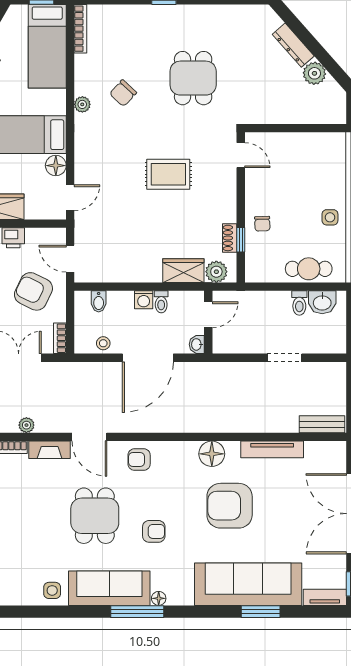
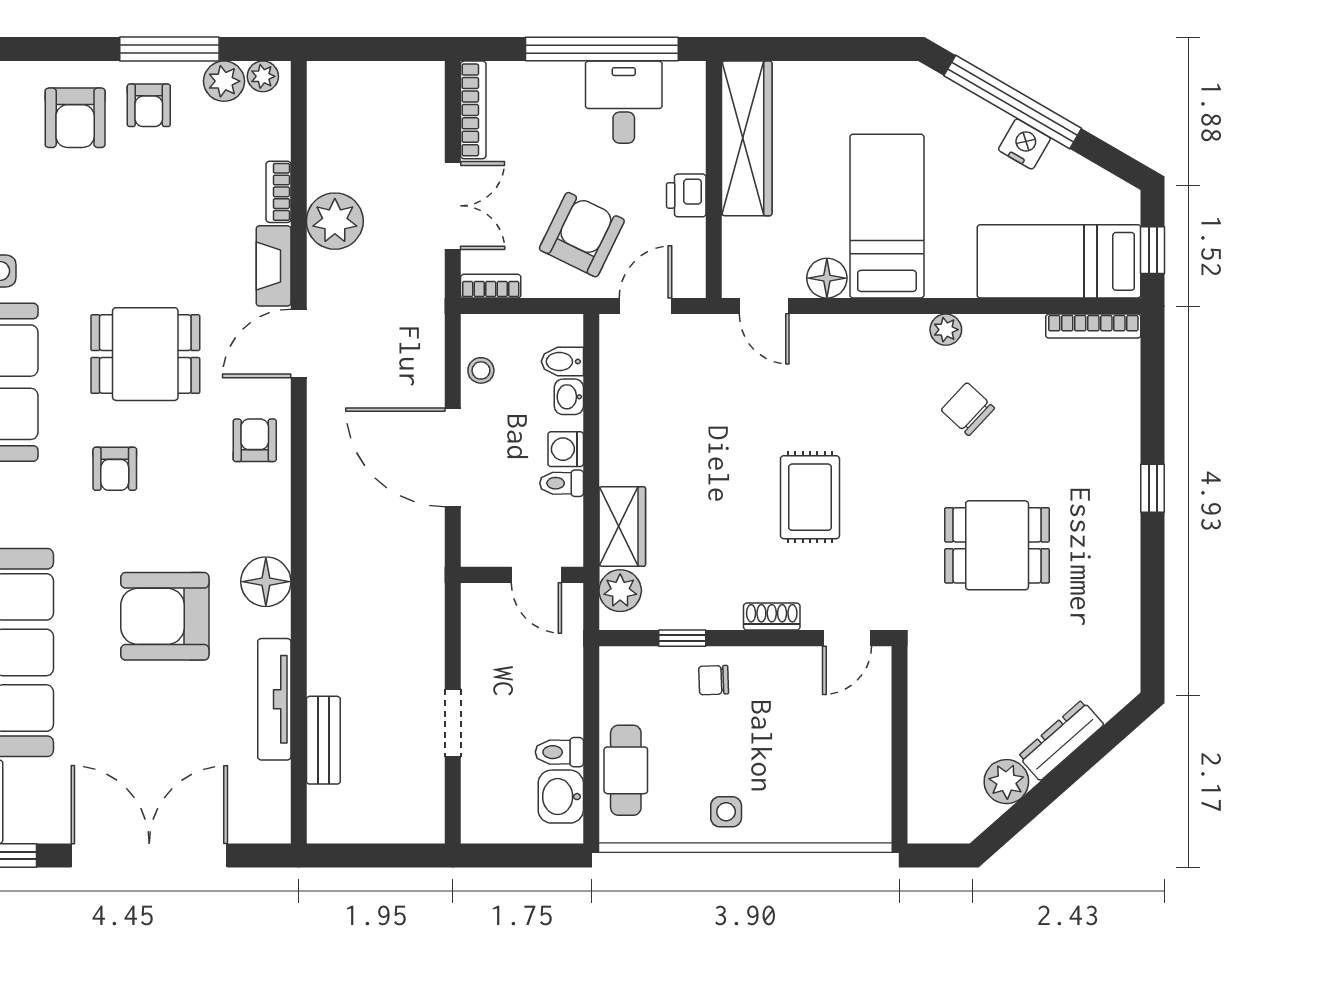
shoe rack: (230, 238) -> (772, 617), moved
washbasin: (197, 344) -> (569, 397), moved, turned -90
bench: (322, 424) -> (323, 740), moved
plant: (26, 425) -> (335, 221), width x1.88, depth x1.88
armchair: (230, 506) -> (165, 616), turned -90

